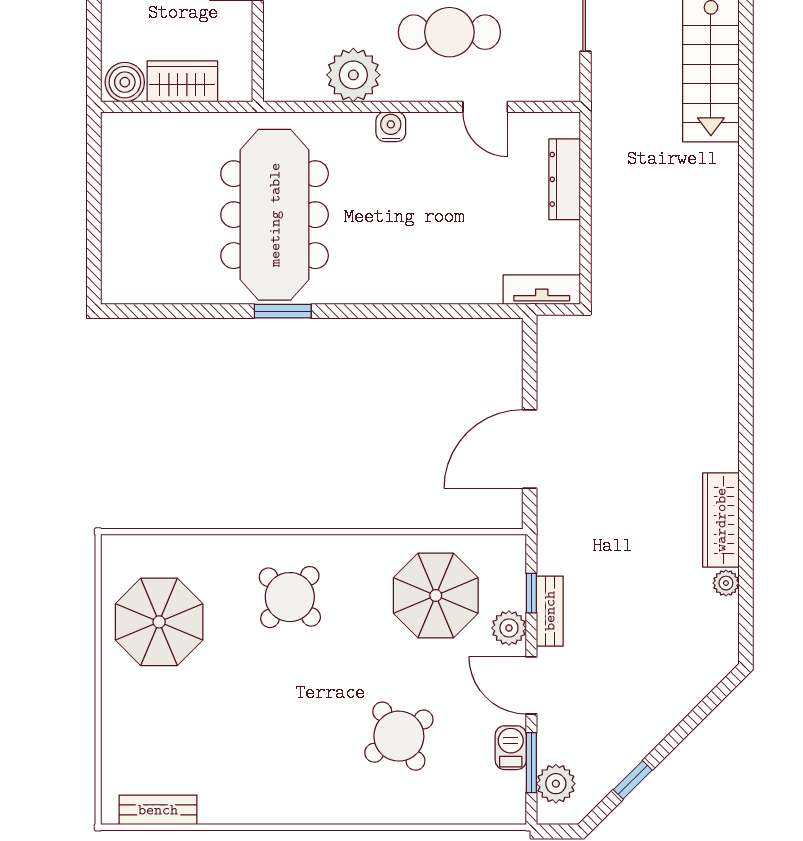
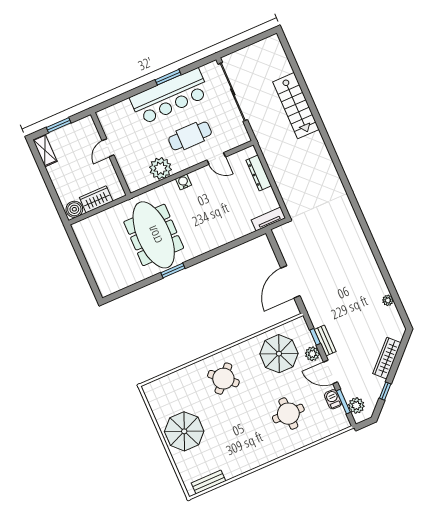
wardrobe: (721, 520) -> (387, 358), moved, turned 45
parasol: (159, 622) -> (184, 431), moved
round table: (399, 736) -> (288, 414), turned 34

